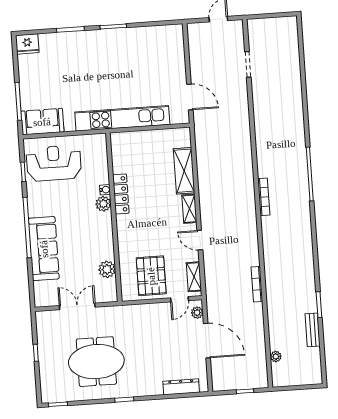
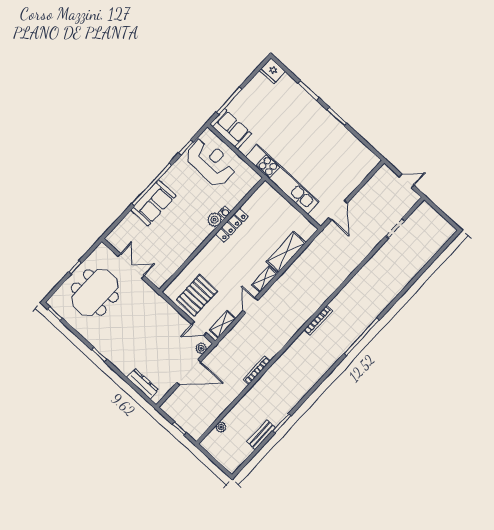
sofa: (44, 249) -> (153, 203), width x0.73
plant: (107, 269) -> (174, 263), removed
door: (207, 341) -> (189, 372), hinge flipped
meeting table: (96, 362) -> (95, 292), moved, turned 90

